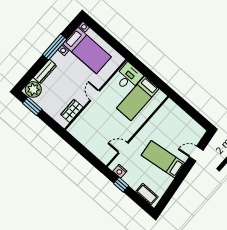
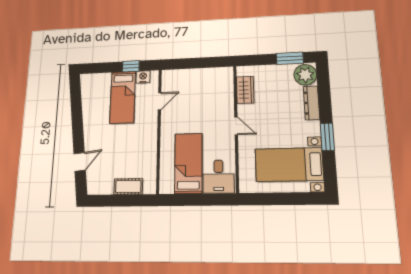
window: (55, 47) -> (327, 137), width x0.69
bed: (163, 159) -> (123, 97), moved, turned 97
cot: (147, 194) -> (128, 186), moved

